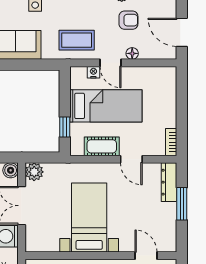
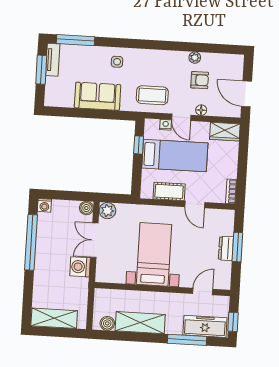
wardrobe: (160, 76) -> (225, 132), added
window: (65, 127) -> (139, 145), moved
dresser: (169, 182) -> (226, 248), moved, width x0.70
door: (146, 256) -> (203, 291), hinge flipped

